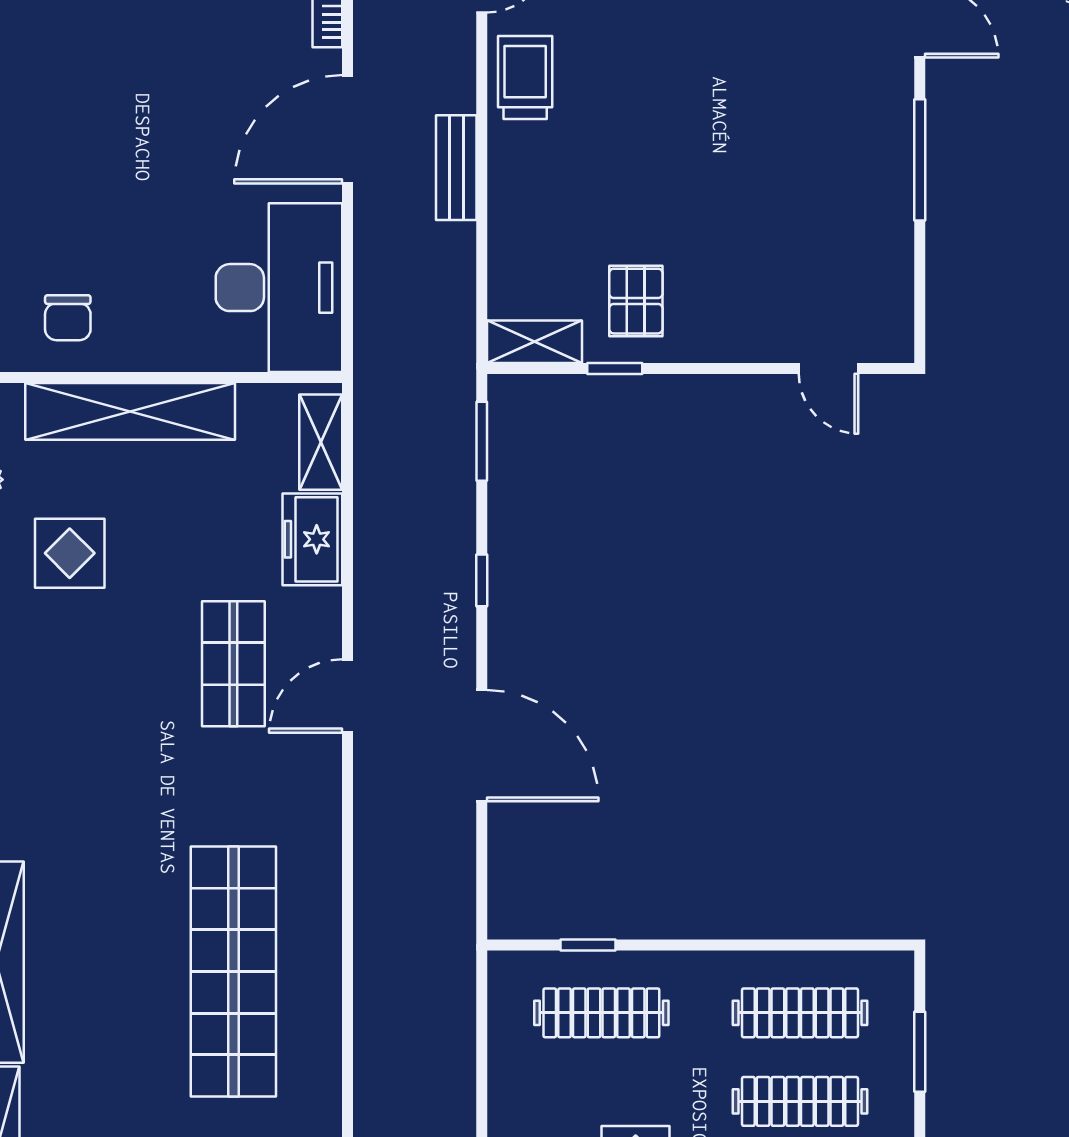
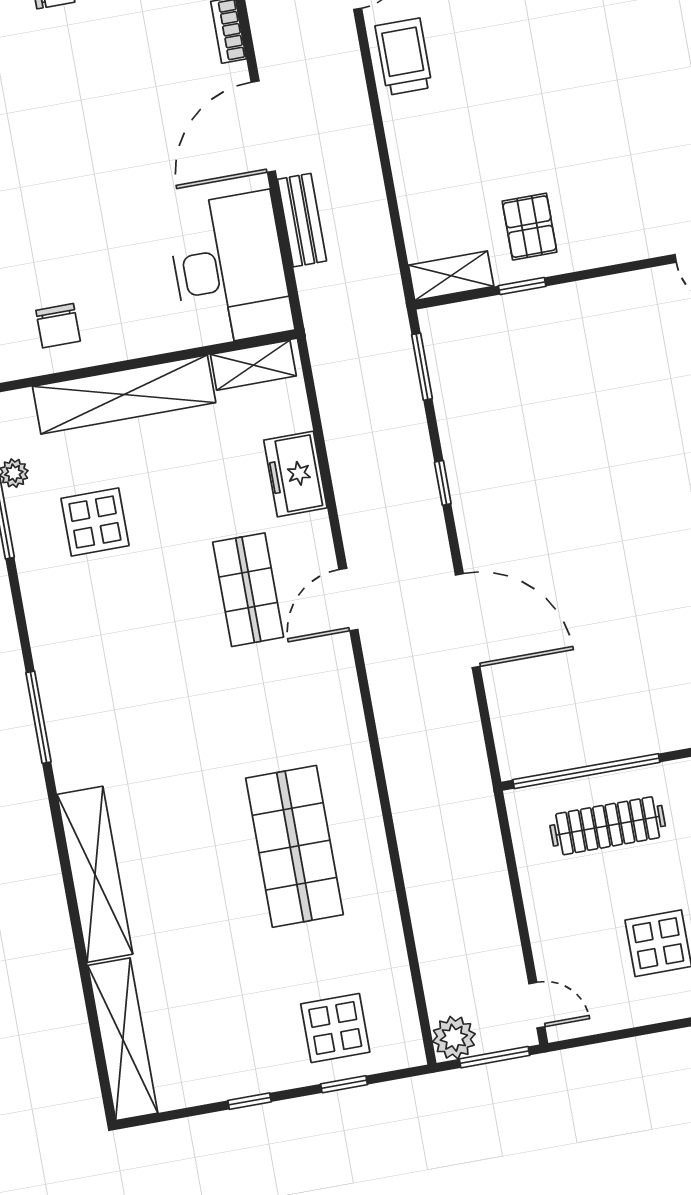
bench: (456, 168) -> (302, 220), moved
shelving: (321, 442) -> (253, 365), moved, turned 90
window: (588, 945) -> (586, 771), width x3.17
shop shelf: (233, 971) -> (294, 846), width x0.71

